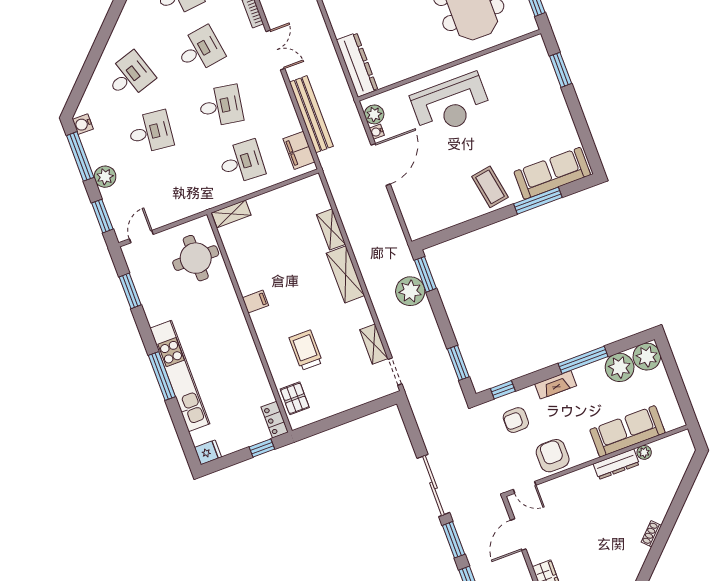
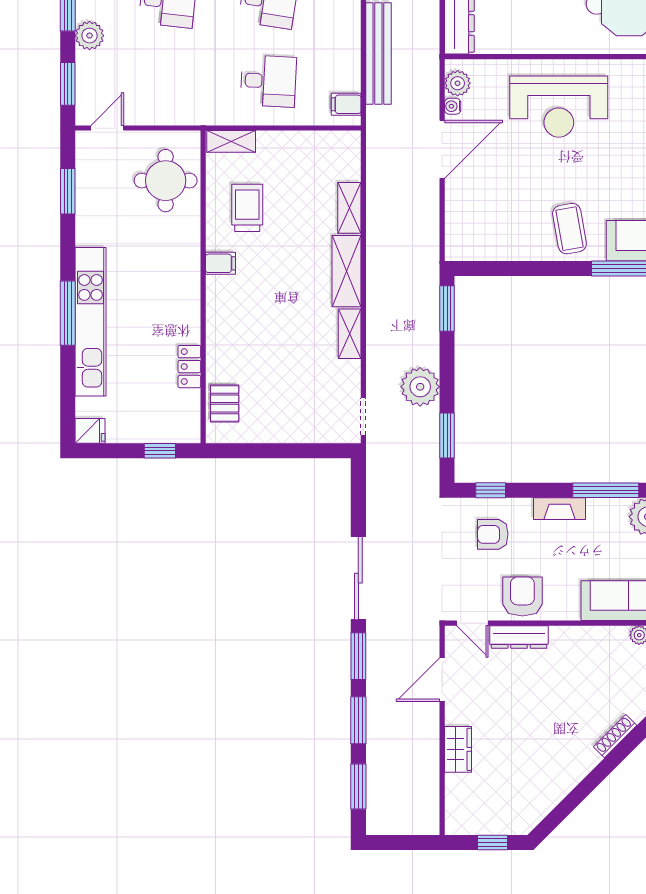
filing cabinet: (299, 150) -> (346, 104), width x0.50
plant: (410, 291) -> (420, 387), moved
shelving: (374, 344) -> (350, 334), moved
trolley: (306, 350) -> (247, 208), moved
locker: (275, 420) -> (189, 367), moved
dresser: (616, 464) -> (519, 637), moved
shoe rack: (651, 534) -> (615, 736), width x1.43

